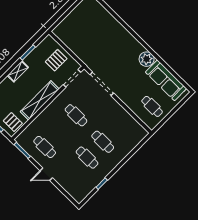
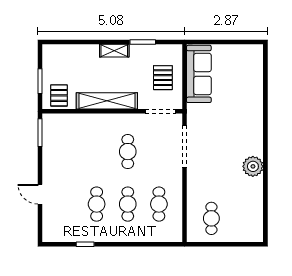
pallet: (56, 60) -> (163, 78), turned 90
sofa: (166, 80) -> (199, 74), moved, turned 180
cafe table: (45, 147) -> (159, 204), moved
door: (46, 174) -> (40, 194), moved

